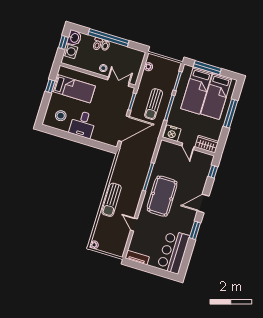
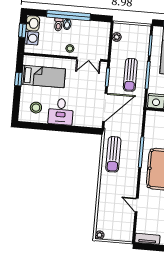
double door: (118, 82) -> (89, 59), swing flipped
sun lounger: (112, 200) -> (113, 154), moved

